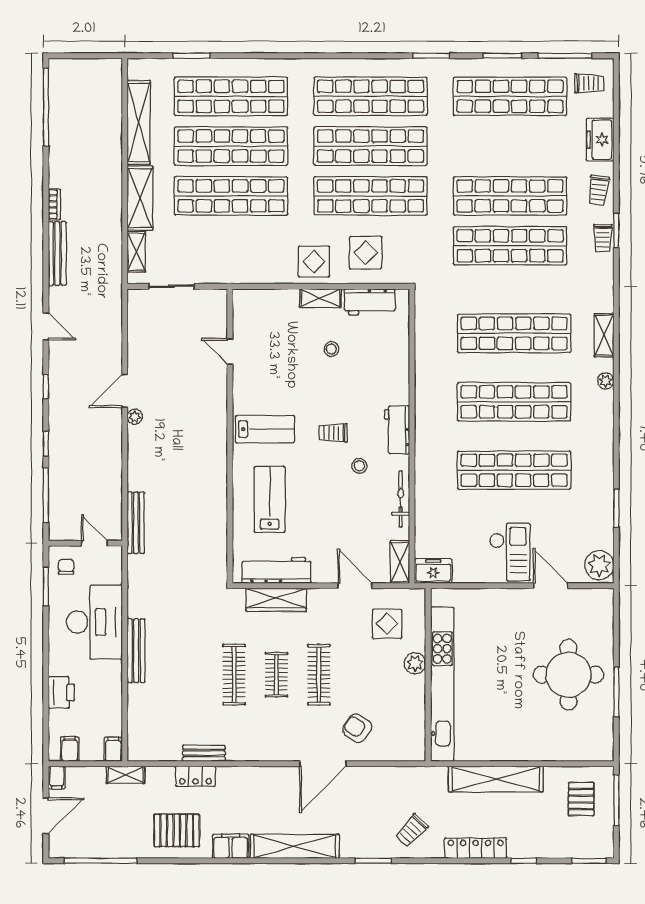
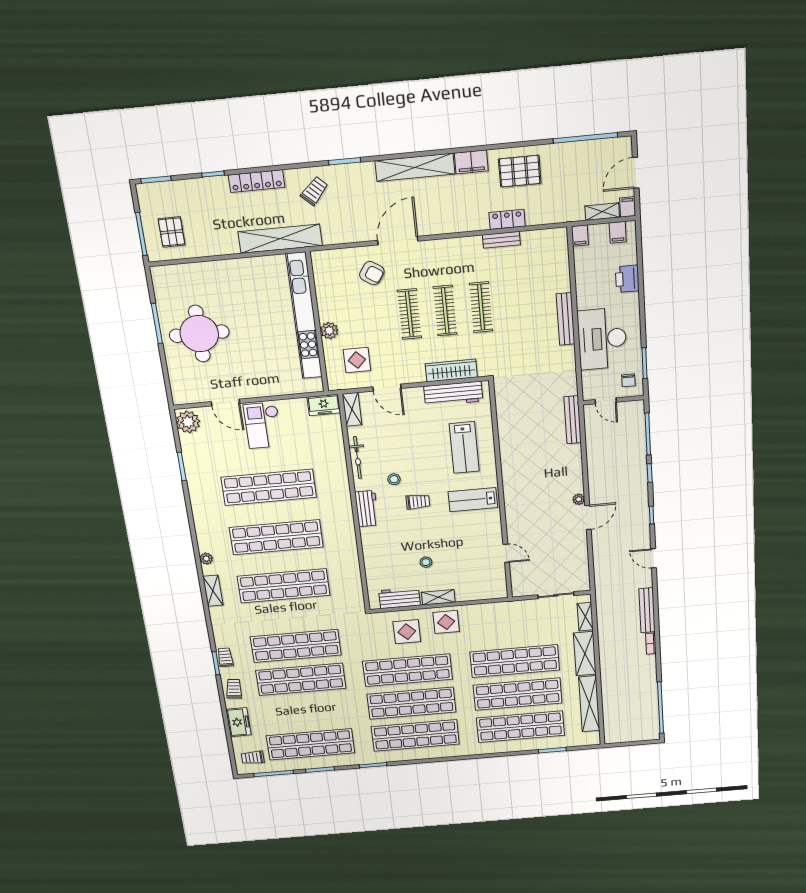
clothes rail: (276, 675) -> (445, 311), width x1.36
shelving: (126, 775) -> (602, 212), moved
shelving: (496, 779) -> (280, 239), moved

